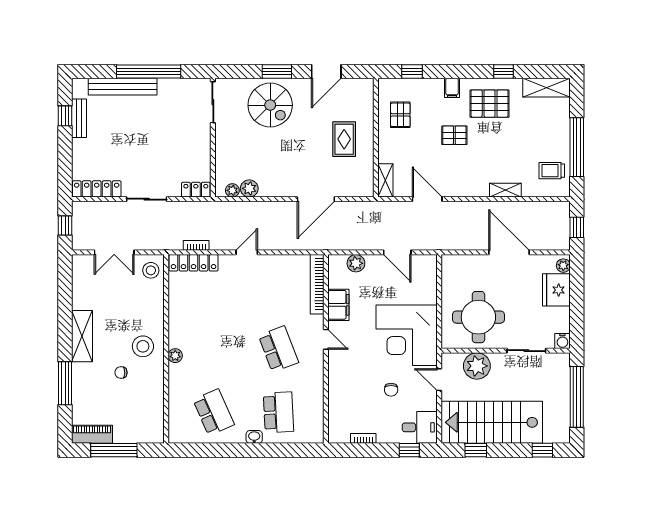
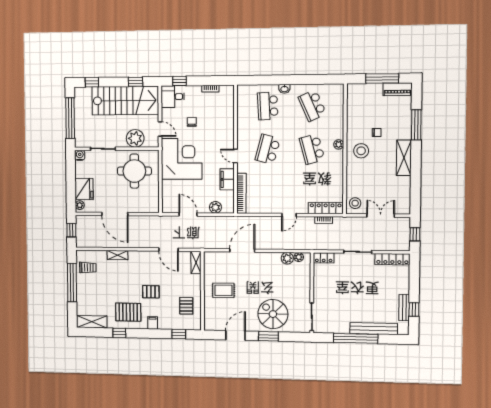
rug: (344, 139) -> (223, 290), turned 90
school desk: (214, 349) -> (312, 149), added
school desk: (278, 349) -> (268, 149), turned 36

